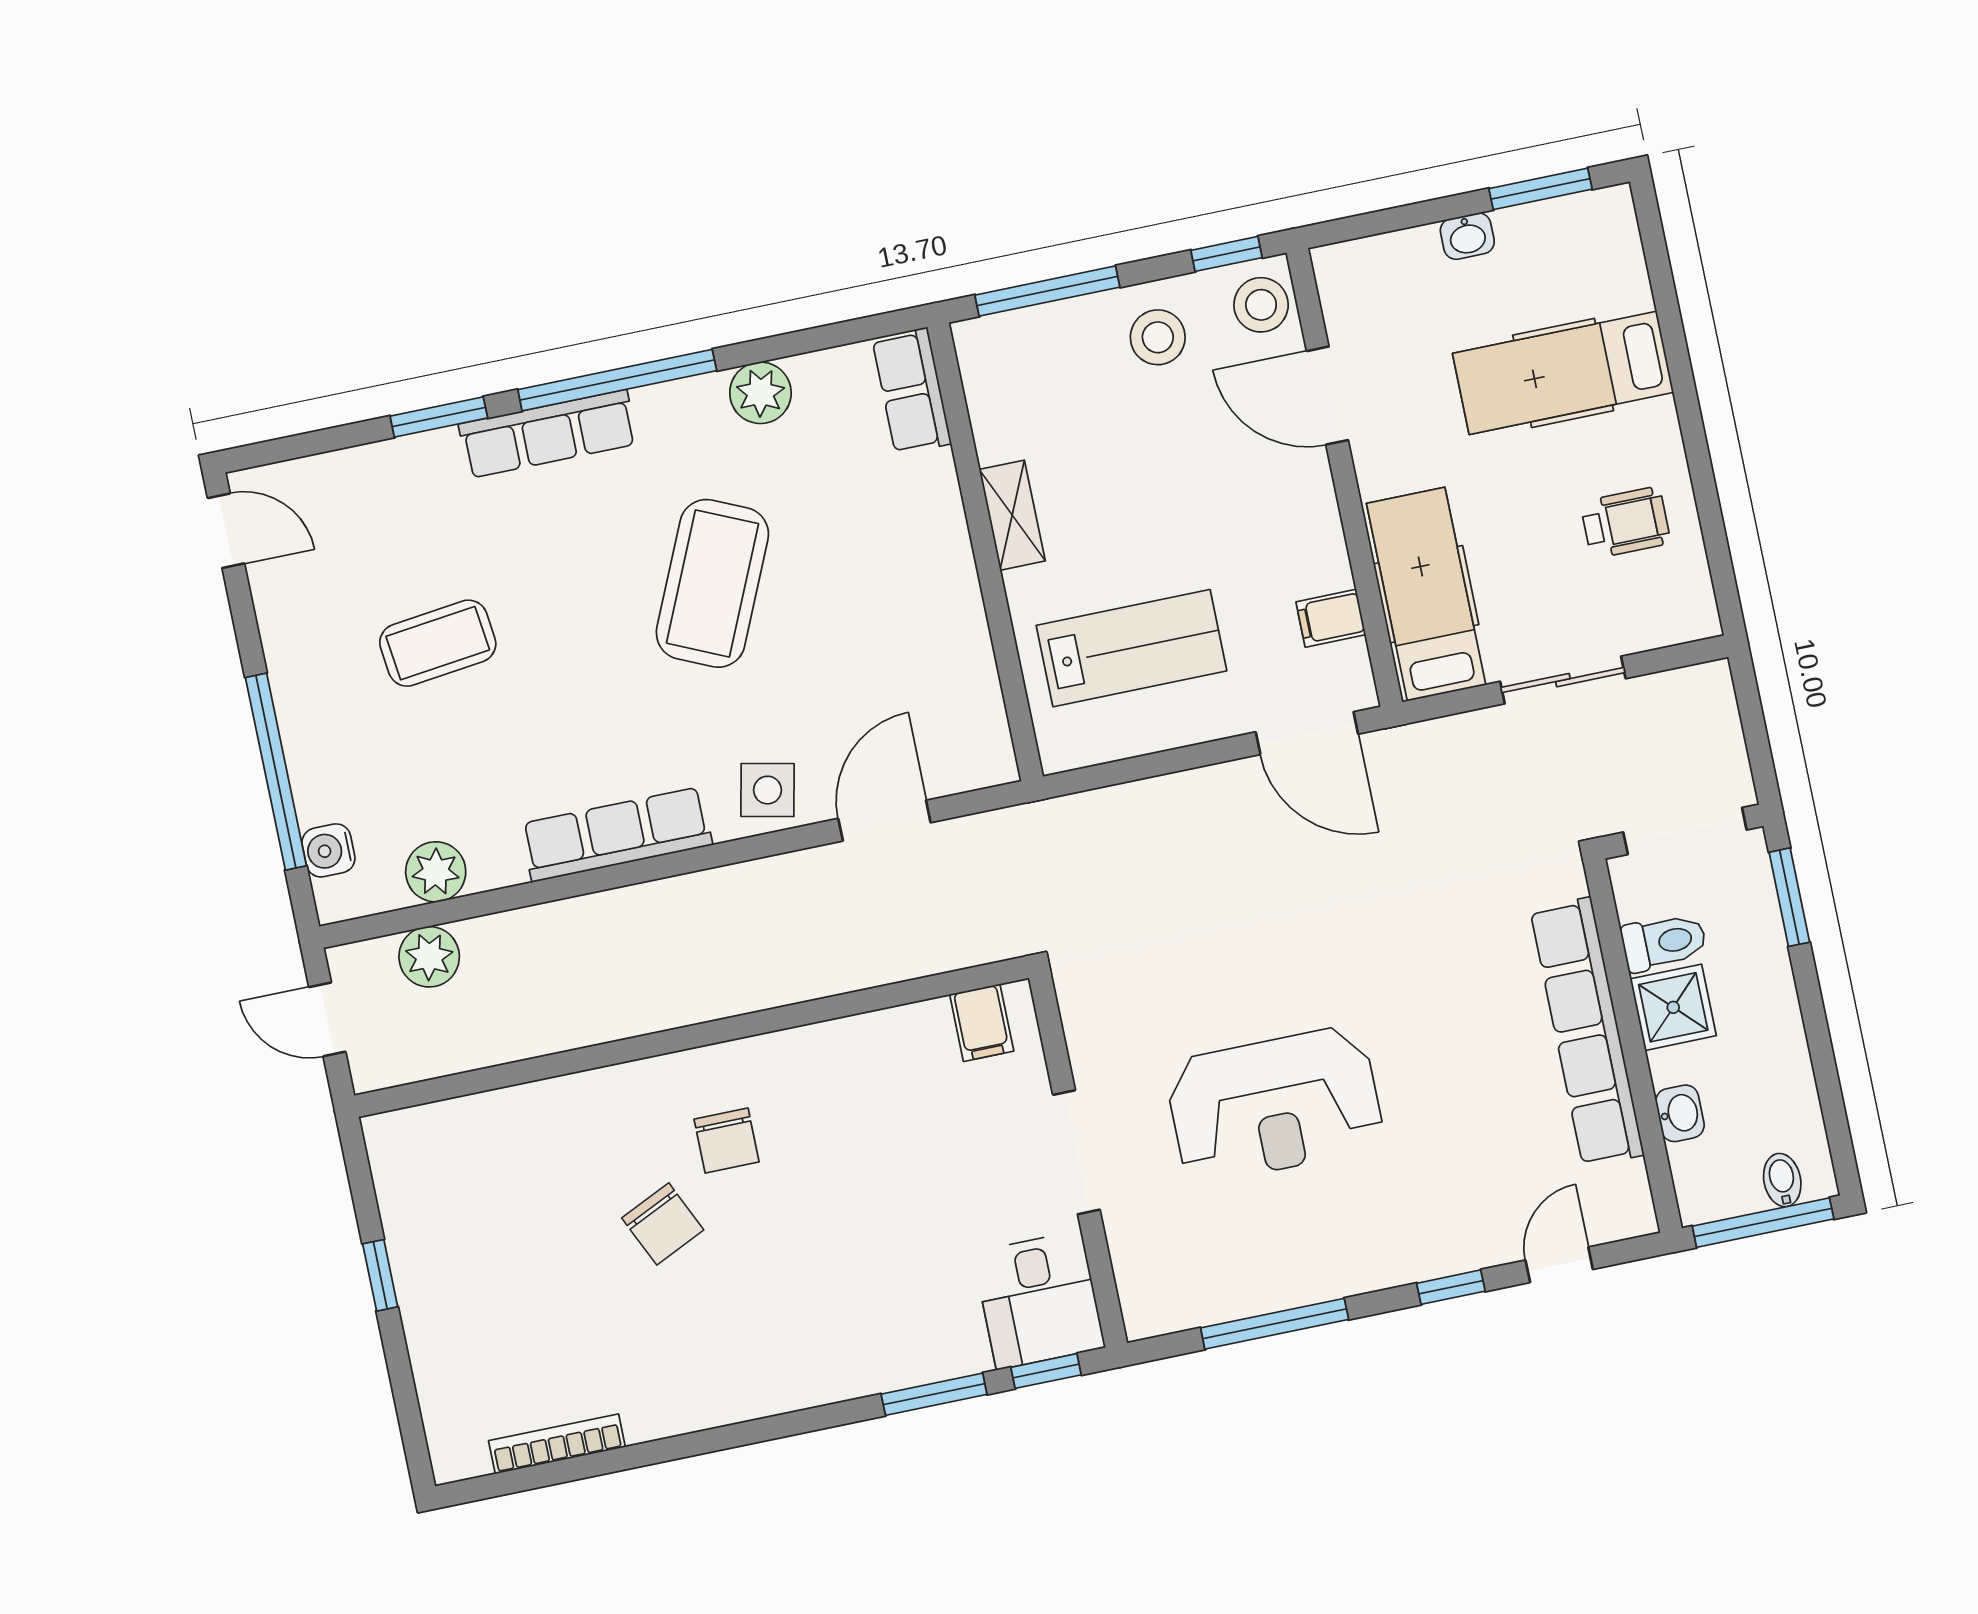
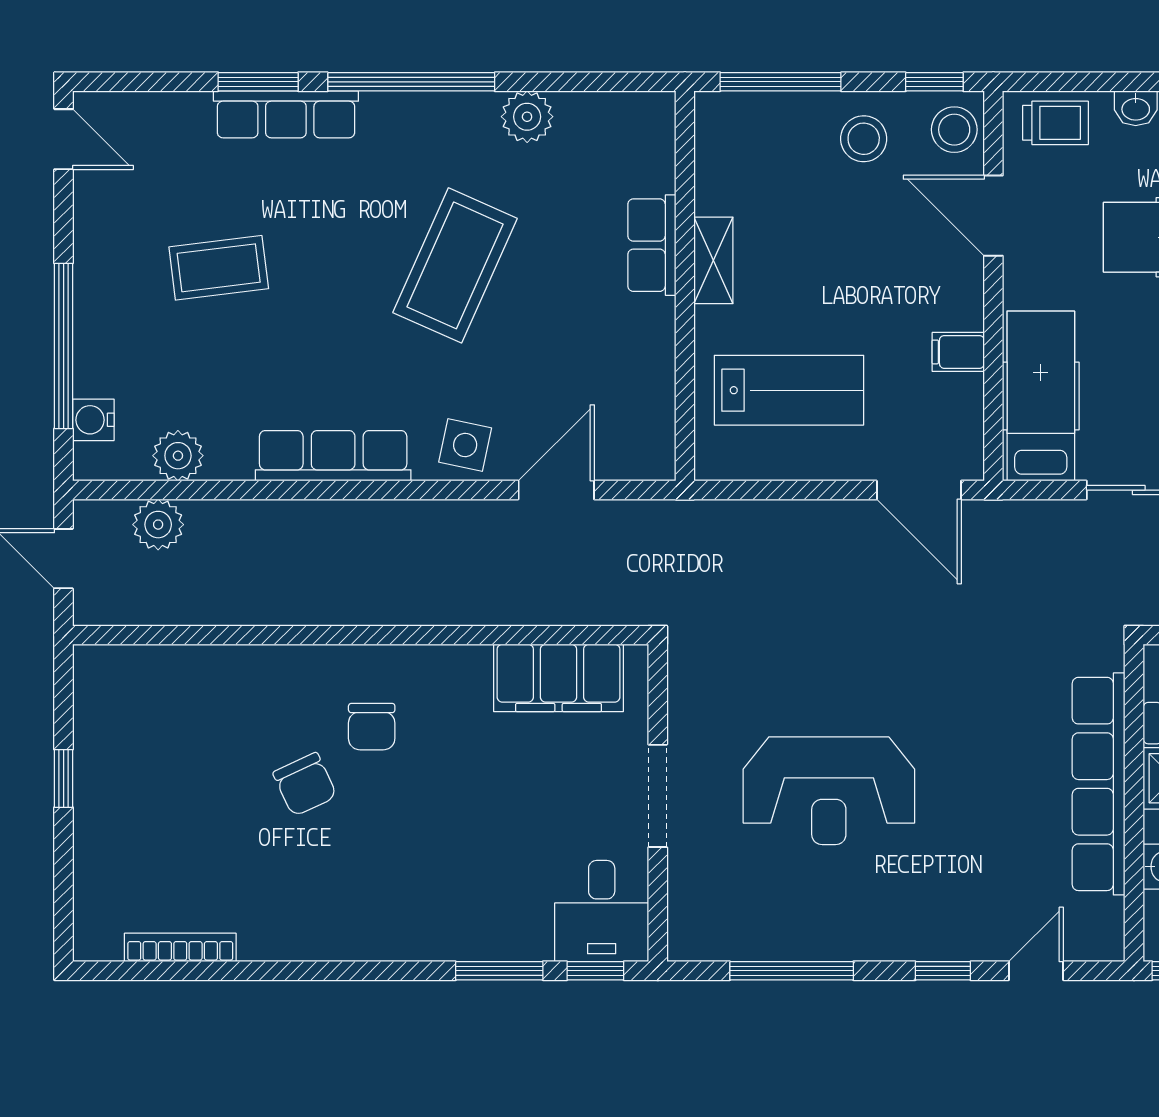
trolley: (1377, 273) -> (1055, 123), added
row of seats: (912, 391) -> (652, 245), moved
row of seats: (548, 434) -> (286, 114), moved
filing cabinet: (1331, 618) -> (958, 352), moved
filing cabinet: (982, 1023) -> (559, 678), width x3.00, depth x1.17

